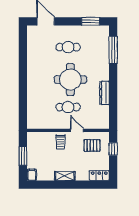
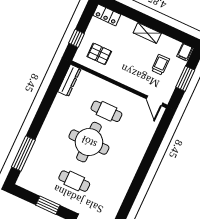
window: (91, 21) -> (48, 205), moved
dresser: (104, 93) -> (69, 80), moved
door: (77, 130) -> (155, 101), moved
trolley: (60, 142) -> (160, 65), moved

